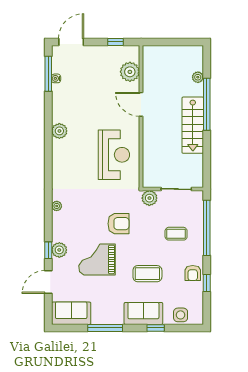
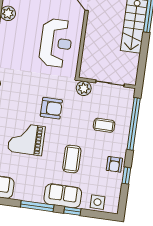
coffee table: (147, 274) -> (72, 159), turned 90
window: (105, 328) -> (37, 206), moved

